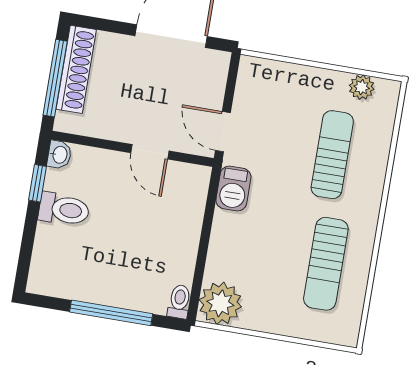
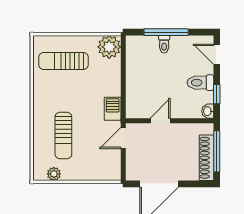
door: (223, 132) -> (123, 138), swing flipped
door: (150, 152) -> (160, 121), hinge flipped
door: (25, 256) -> (217, 54), added
sun lounger: (326, 264) -> (63, 61), moved, turned -90
toilet: (179, 302) -> (164, 44), moved

